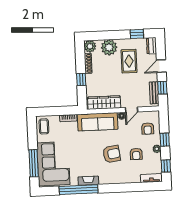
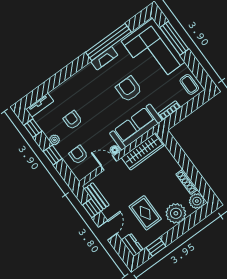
window: (81, 79) -> (183, 160), removed
door: (132, 110) -> (109, 163), hinge flipped
armchair: (112, 154) -> (129, 89), moved, turned 98

